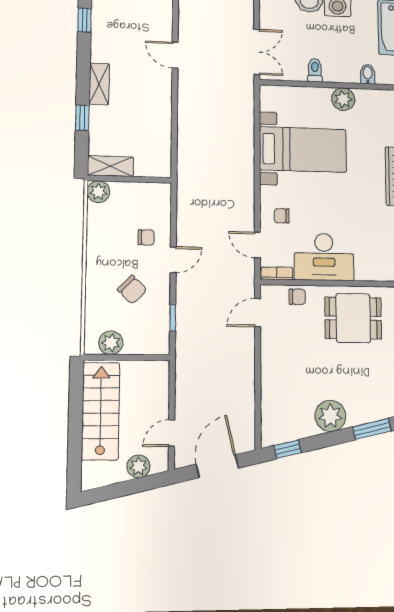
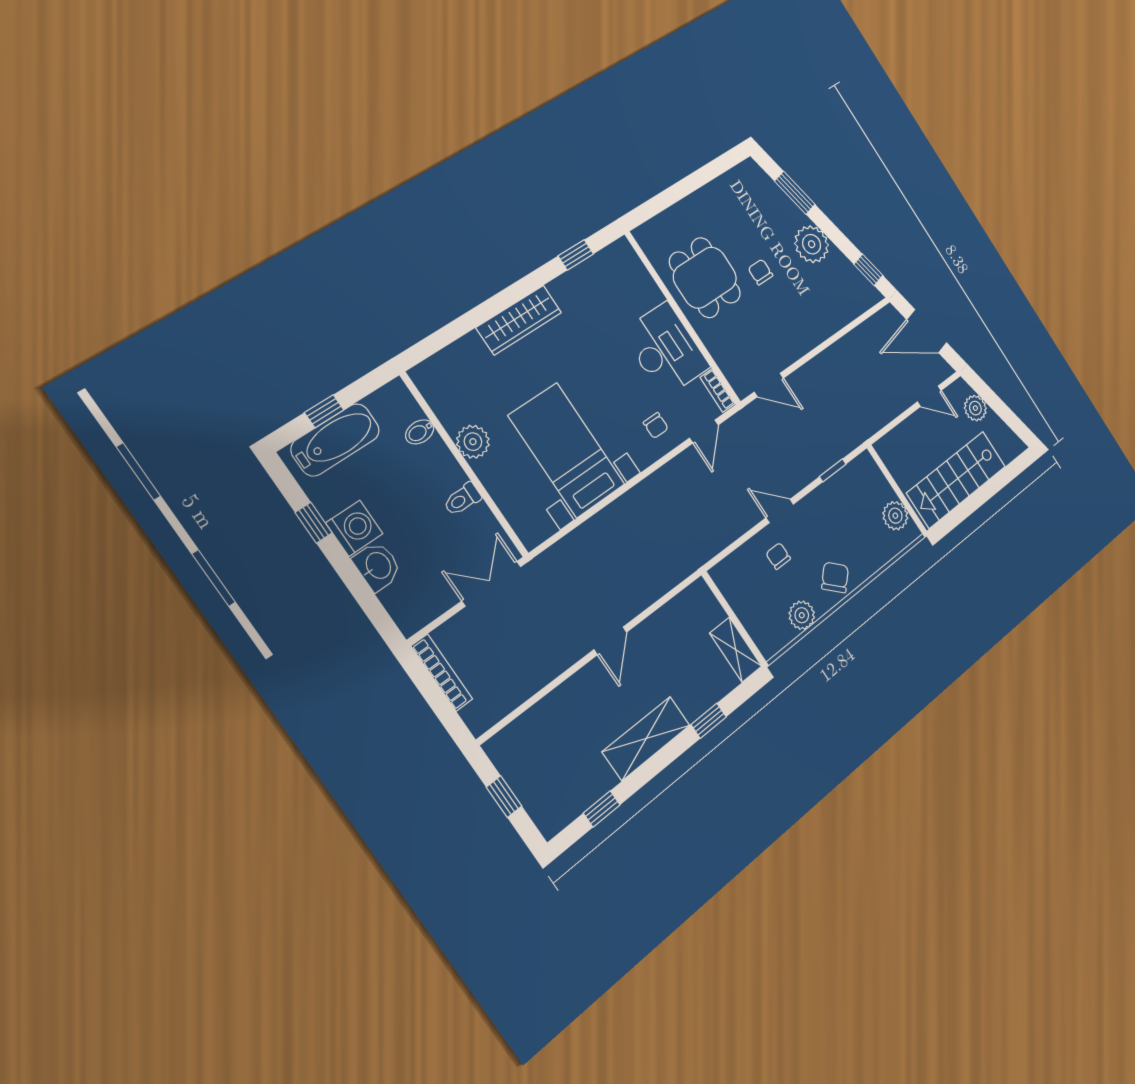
door: (175, 55) -> (610, 641), moved
shelving: (99, 84) -> (646, 738), width x1.50, depth x1.33
plant: (98, 192) -> (802, 615), moved
chair: (132, 290) -> (835, 577), moved
chair: (297, 297) -> (760, 272), moved

